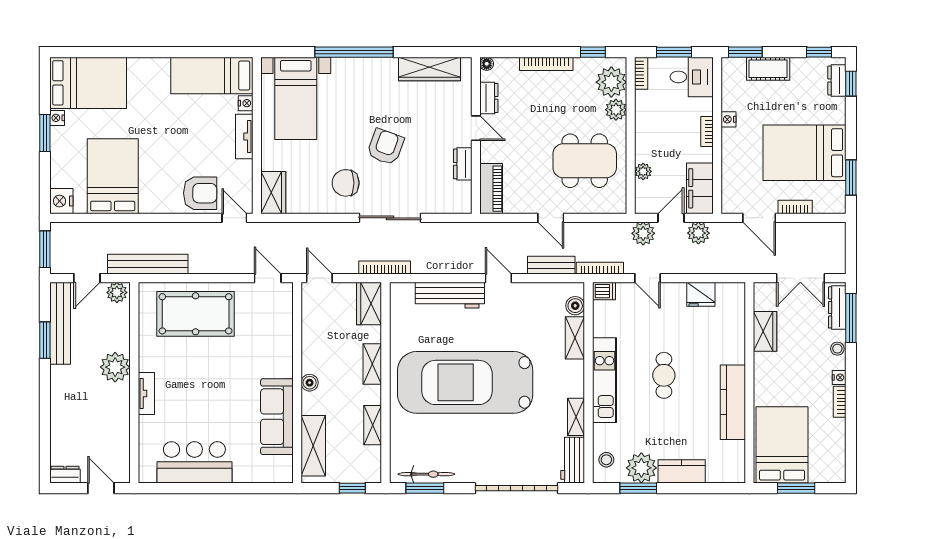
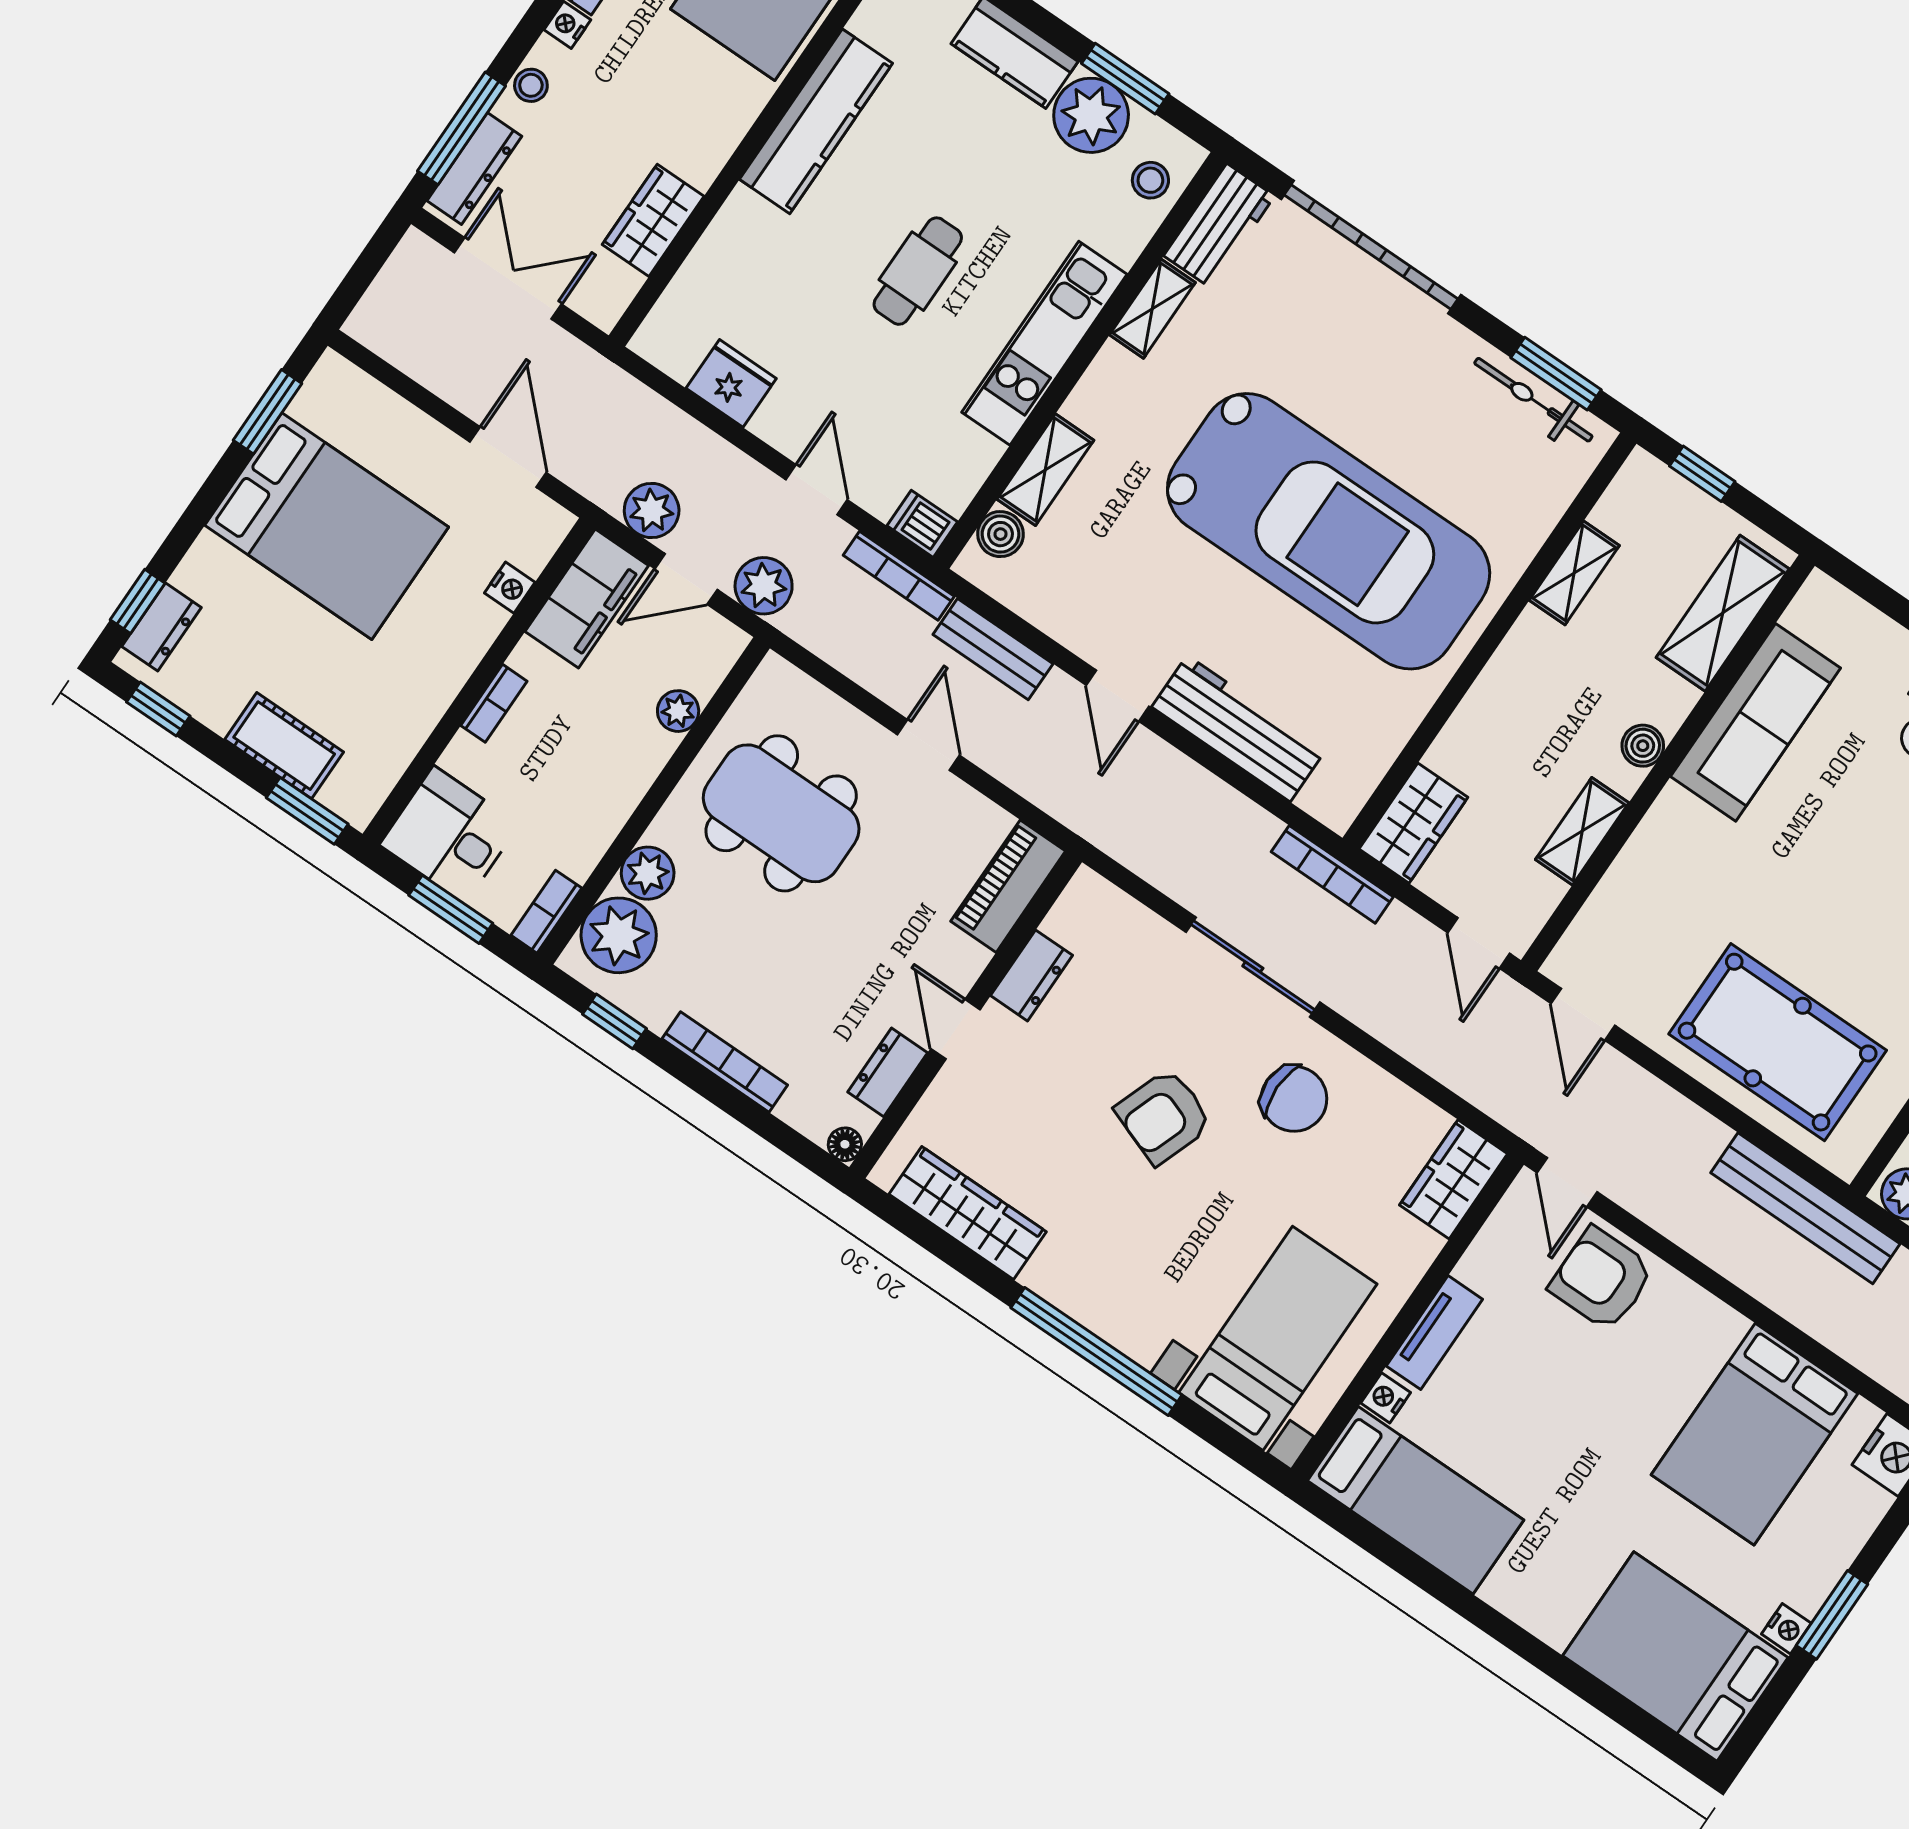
nightstand: (728, 119) -> (510, 588), moved
bookcase: (795, 207) -> (420, 429), removed
shelving: (372, 364) -> (1582, 831), moved

